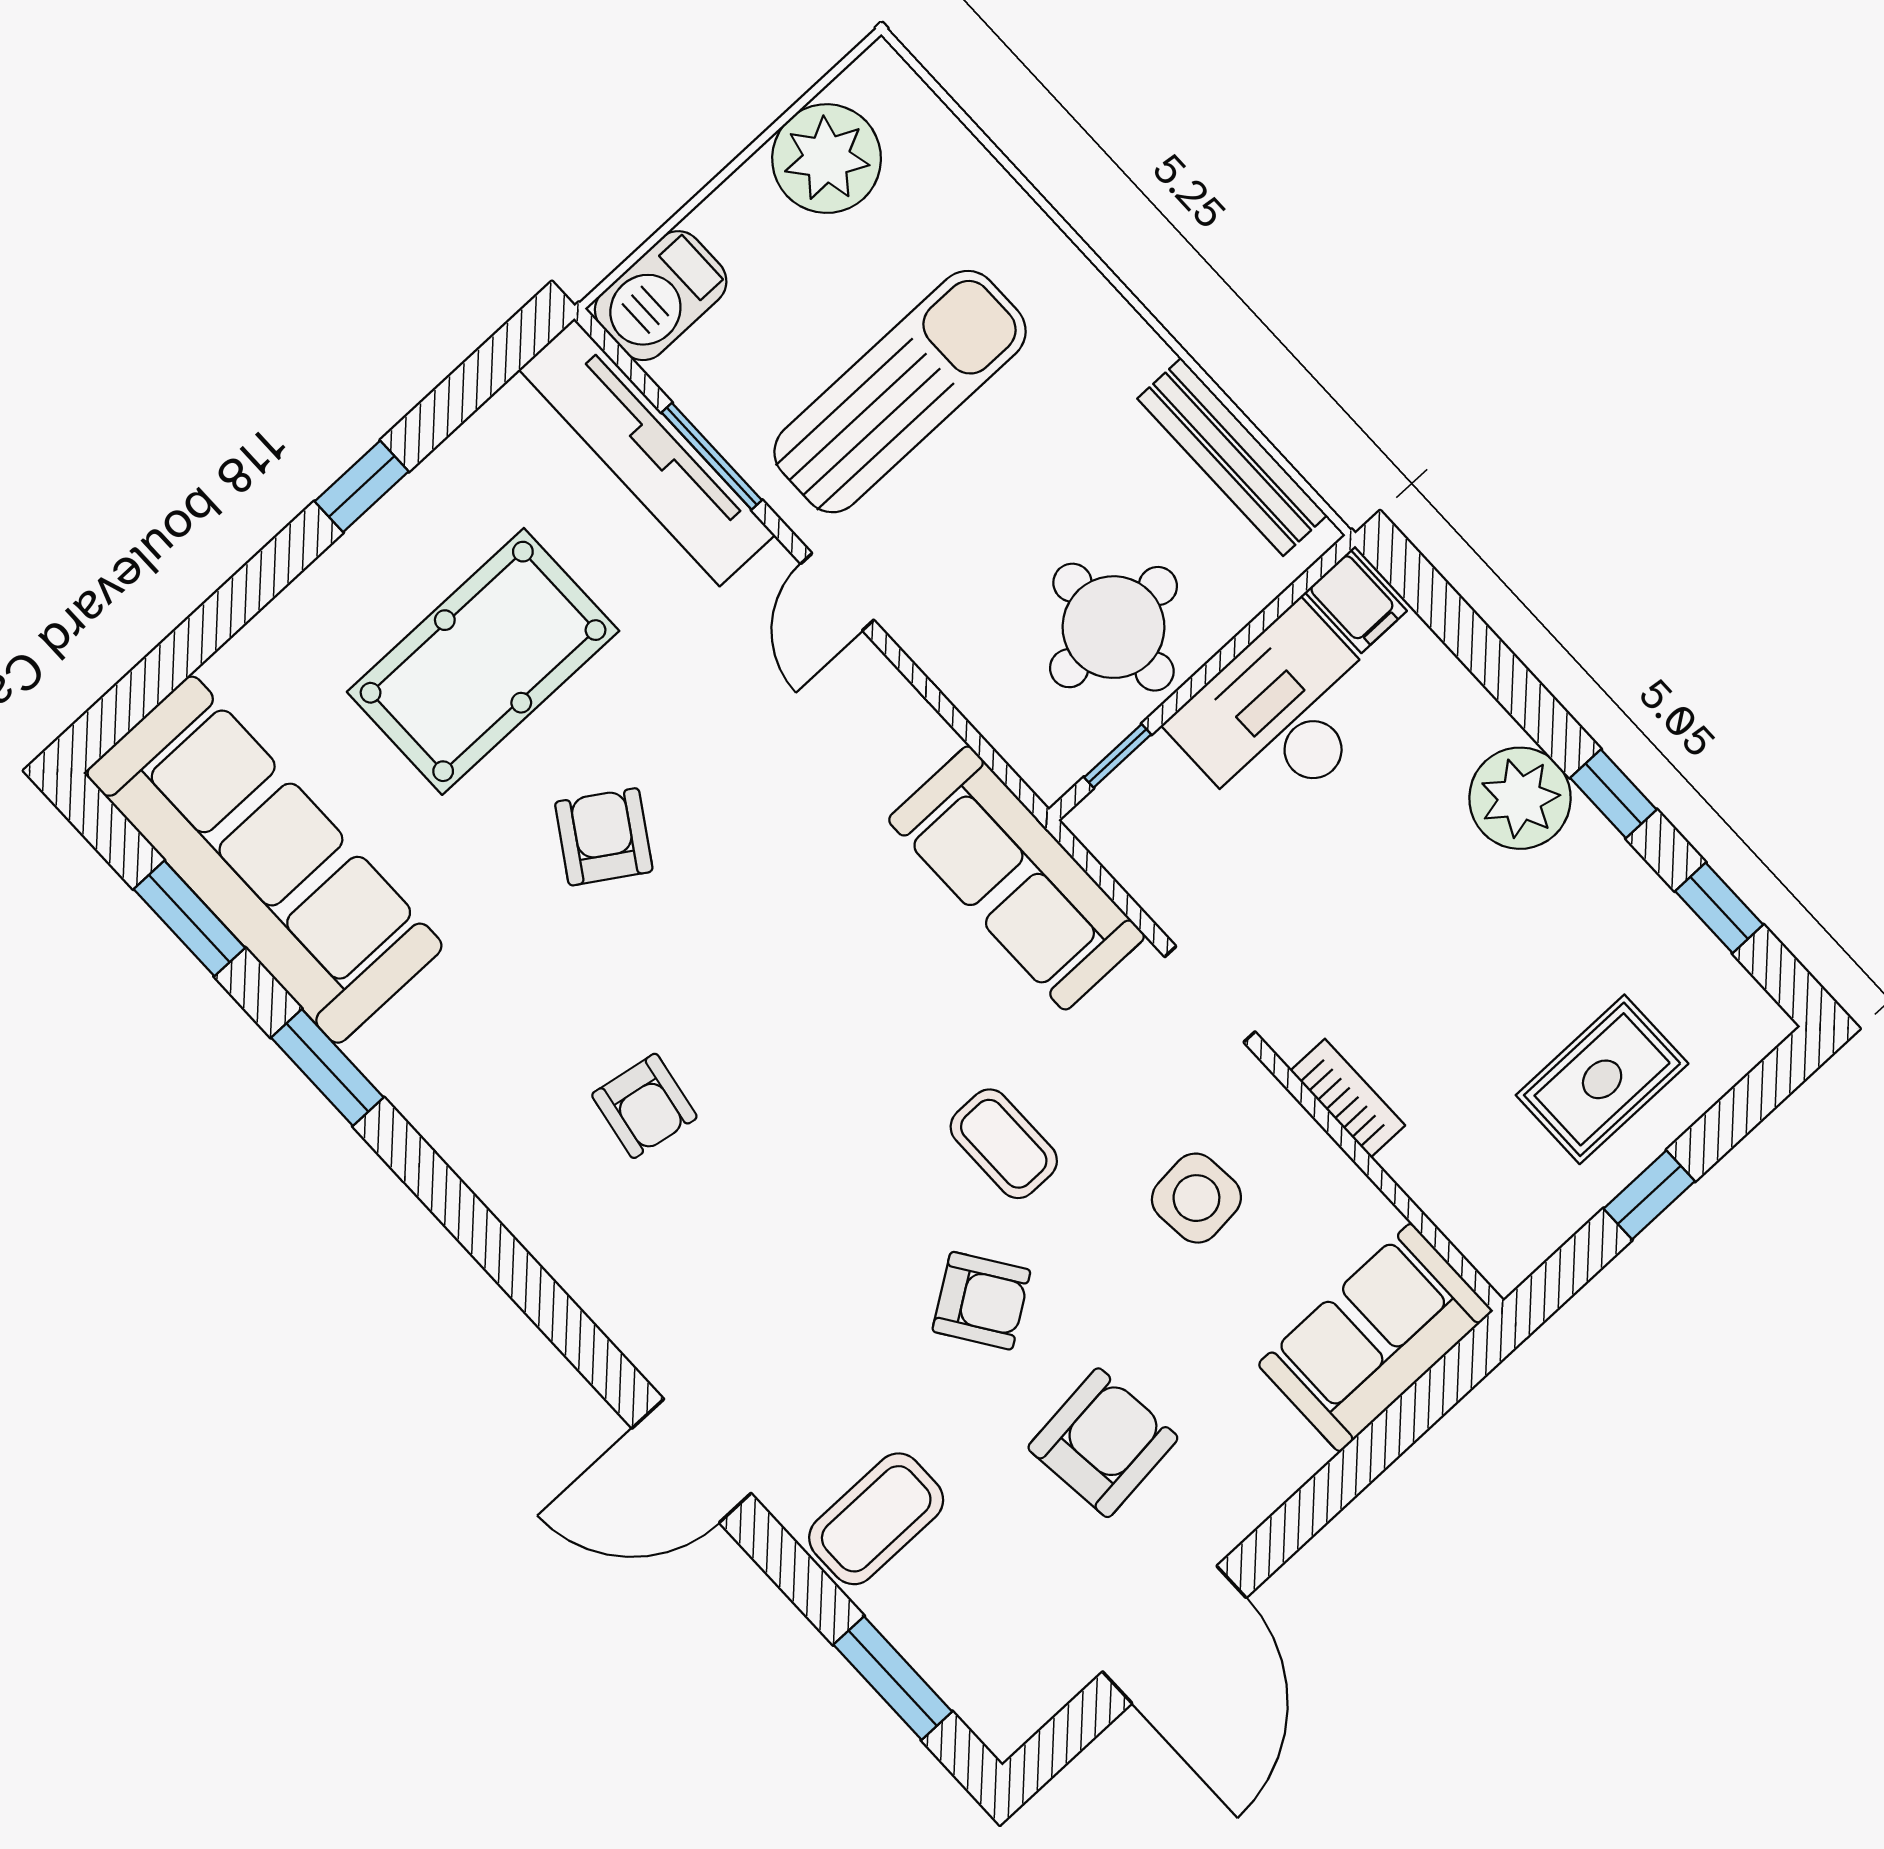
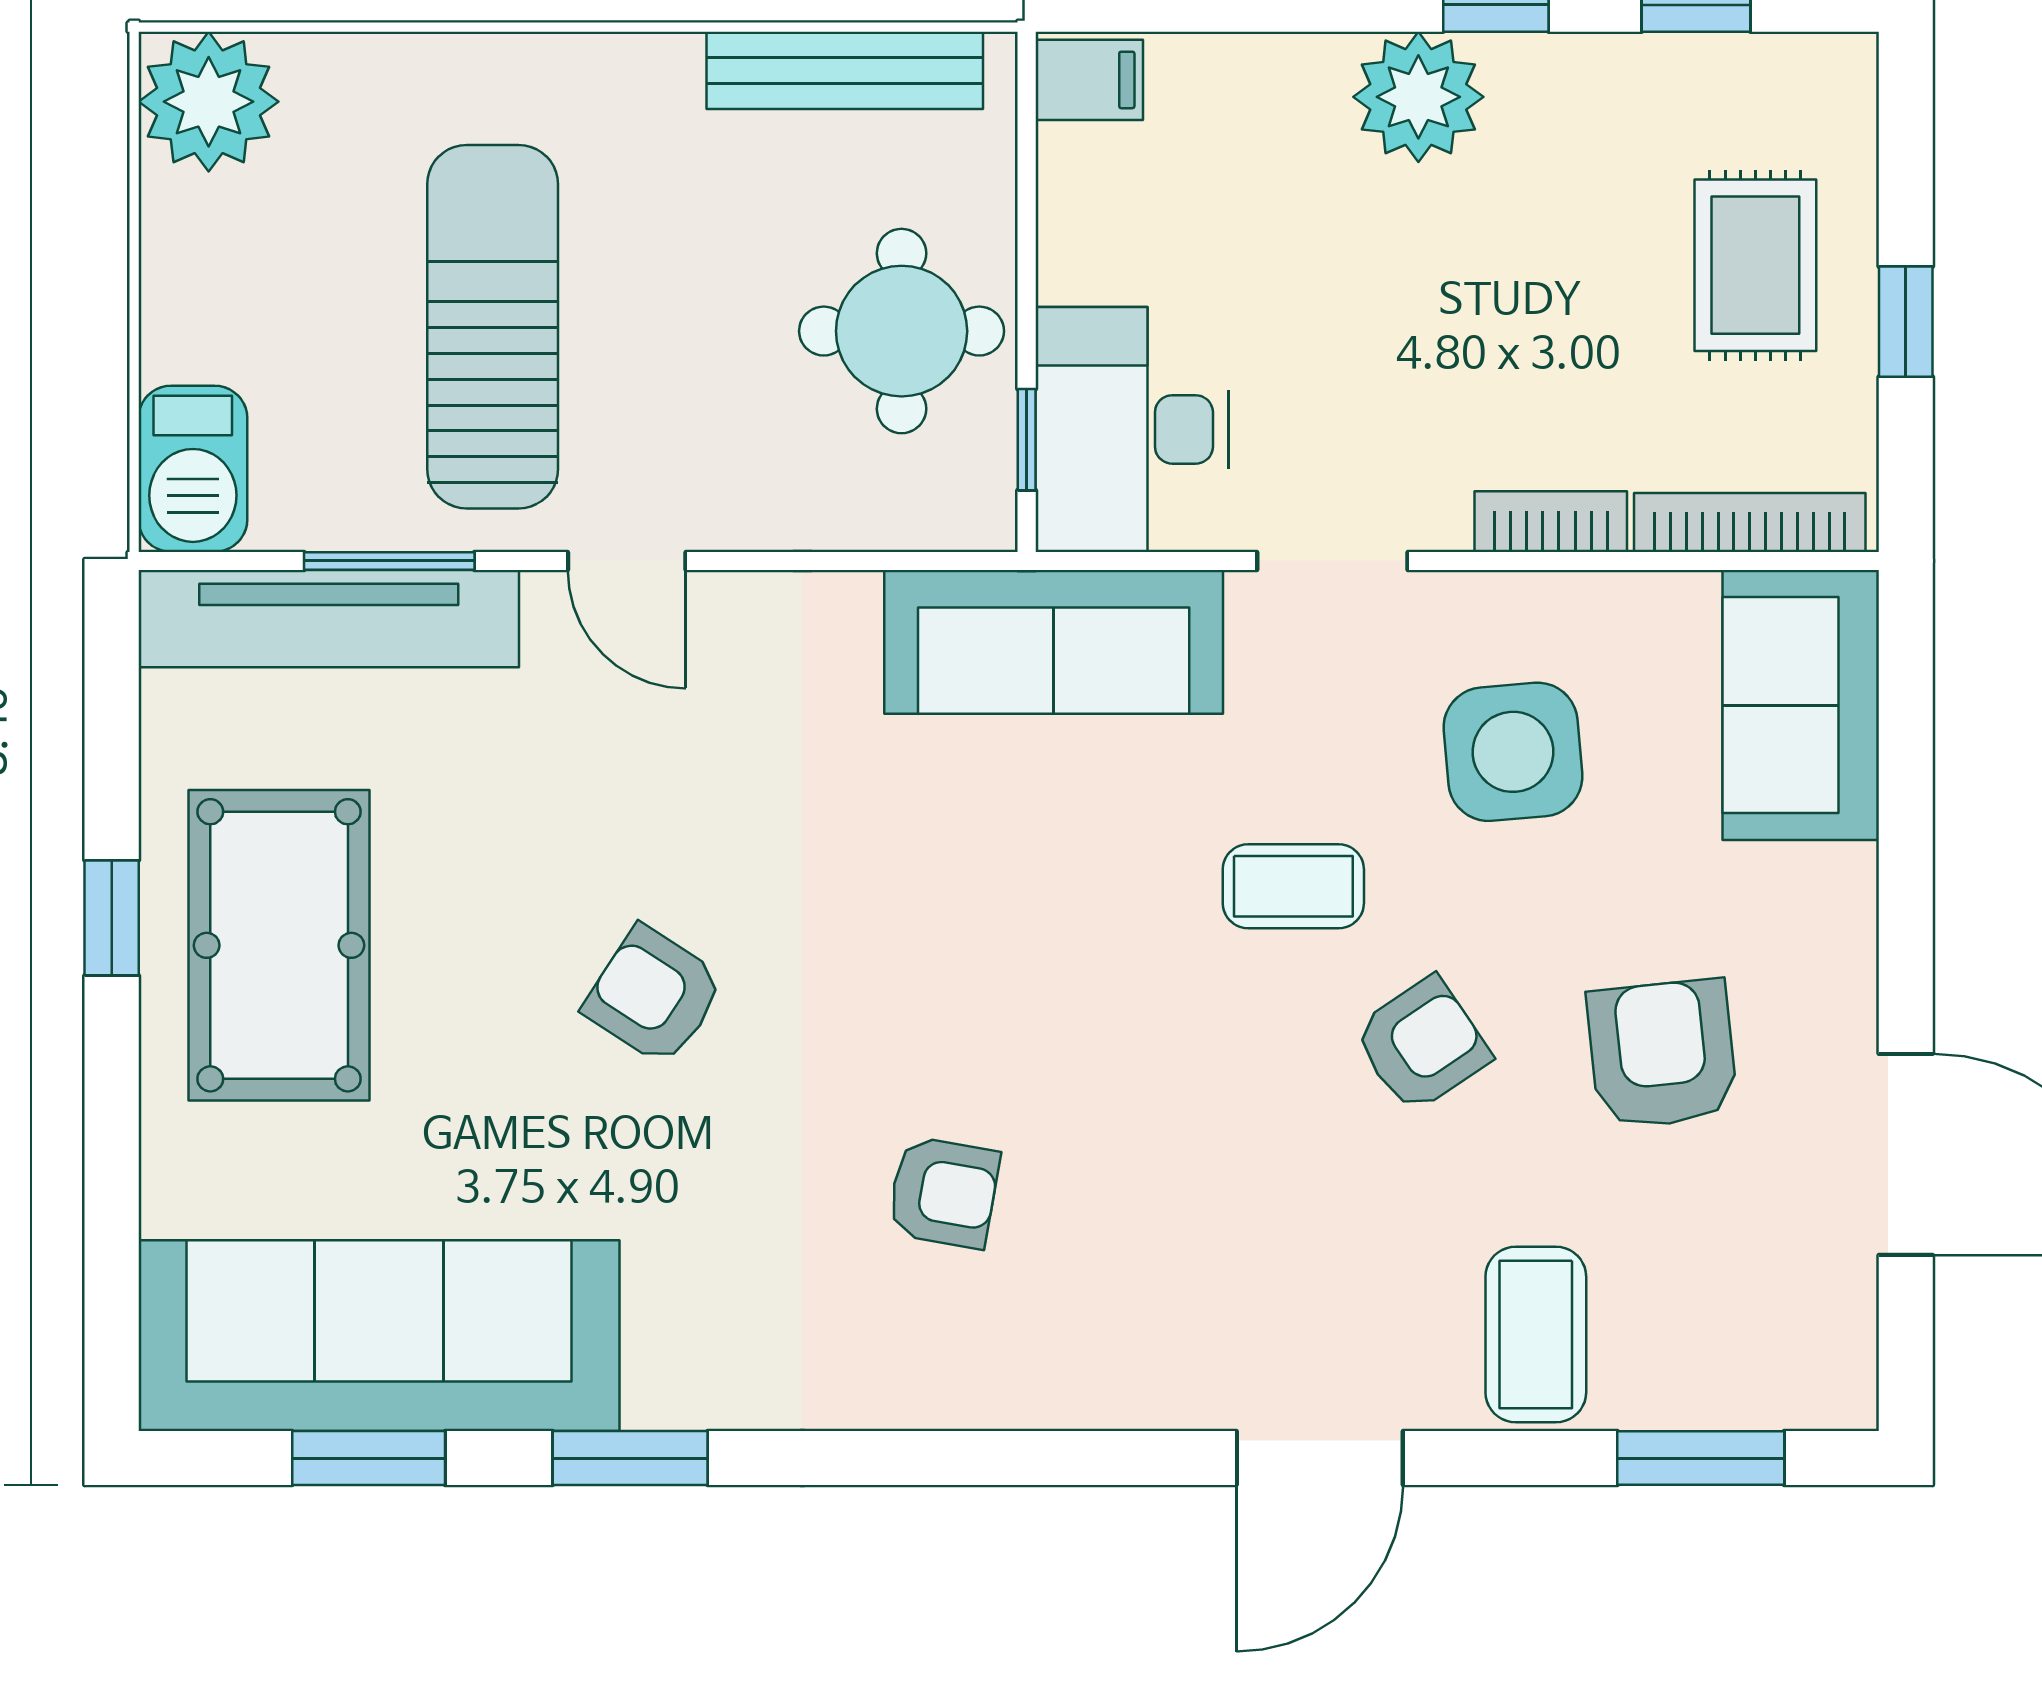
plant: (827, 159) -> (209, 102), moved
pool table: (483, 661) -> (279, 945), moved
desk: (1281, 716) -> (1132, 429), moved
side table: (1196, 1198) -> (1513, 752), width x1.37, depth x1.37
bookcase: (1452, 1212) -> (1750, 522), added

